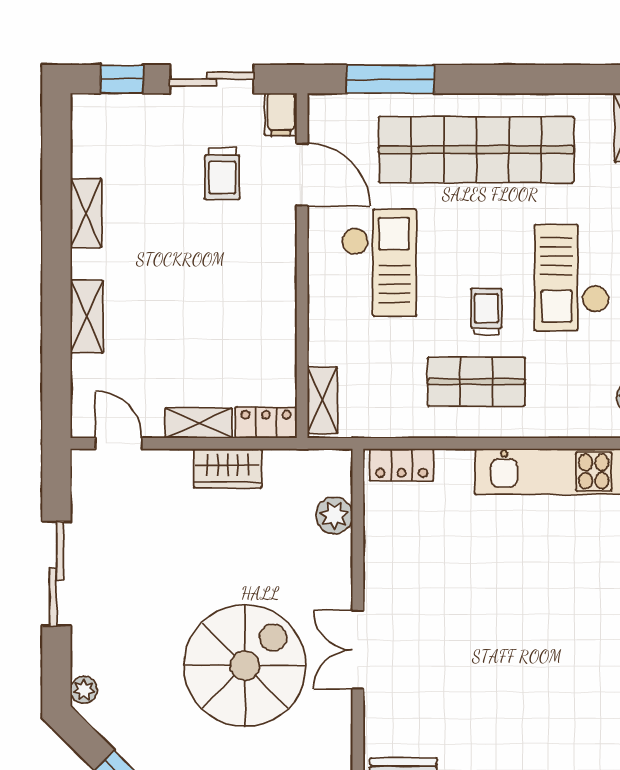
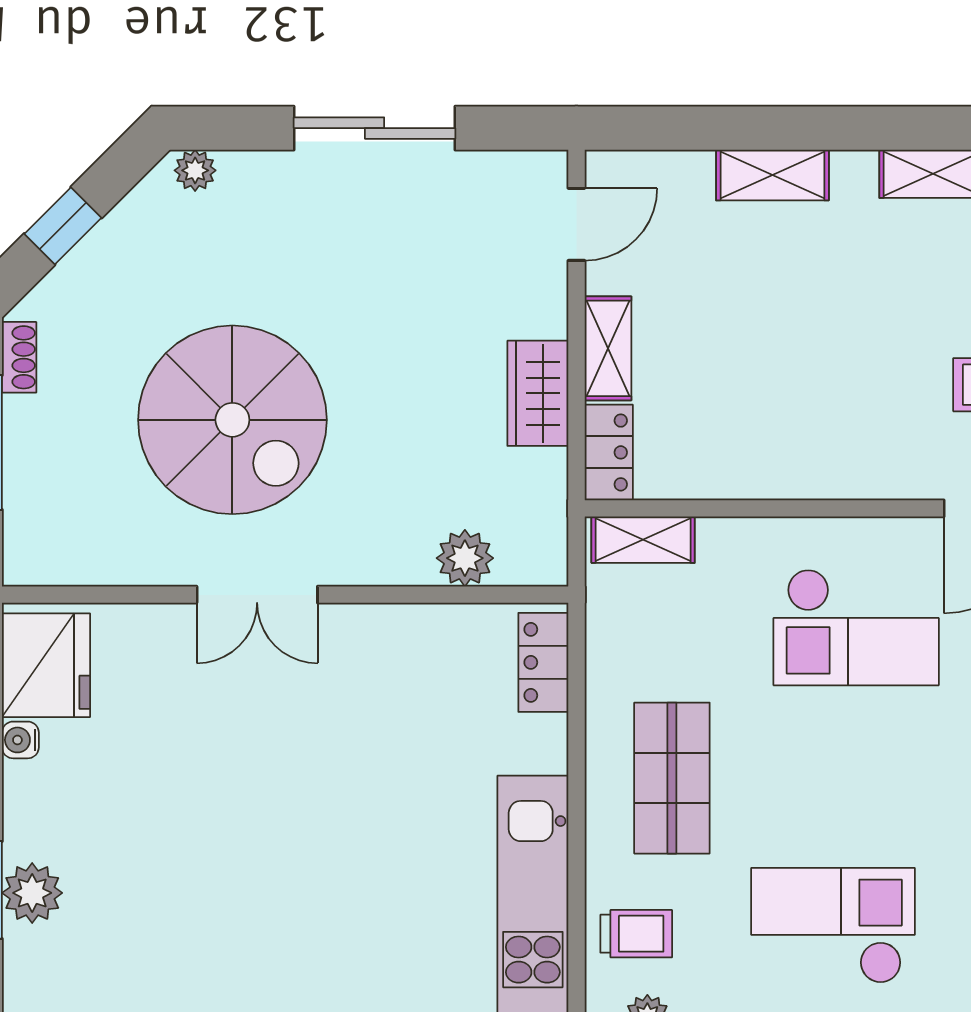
trolley: (486, 312) -> (636, 934), moved
double door: (358, 650) -> (257, 595), swing flipped

